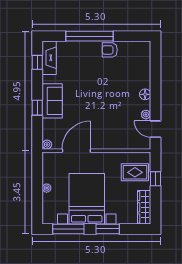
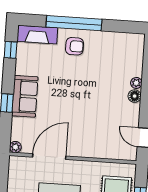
armchair: (110, 50) -> (75, 46), moved, turned 180
fireplace: (49, 58) -> (37, 35), moved, turned 90
plant: (146, 115) -> (136, 83), moved

